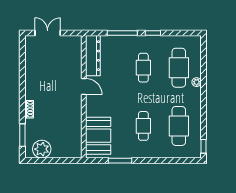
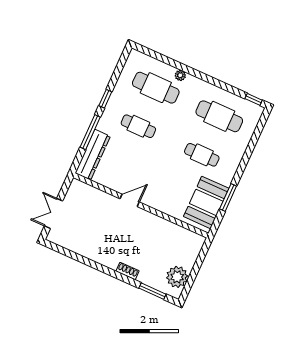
dresser: (93, 56) -> (93, 155), moved, turned 90
booth: (98, 136) -> (206, 202), moved, turned 90

